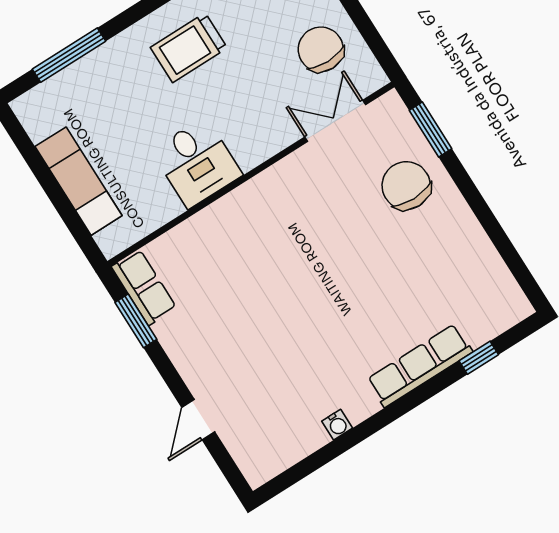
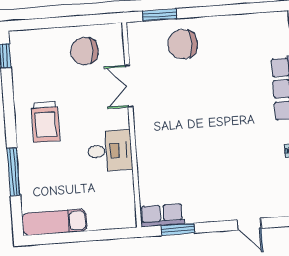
window: (69, 55) -> (14, 172), moved
double door: (335, 121) -> (129, 86), moved
exam couch: (79, 181) -> (54, 222), moved

